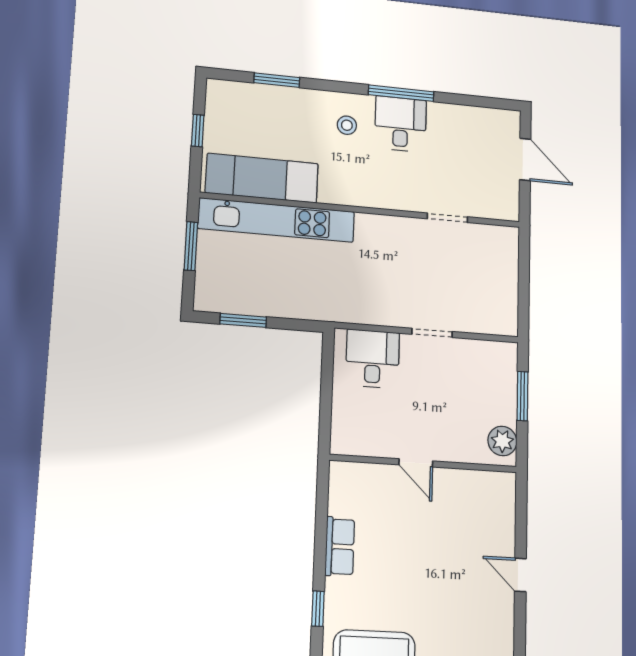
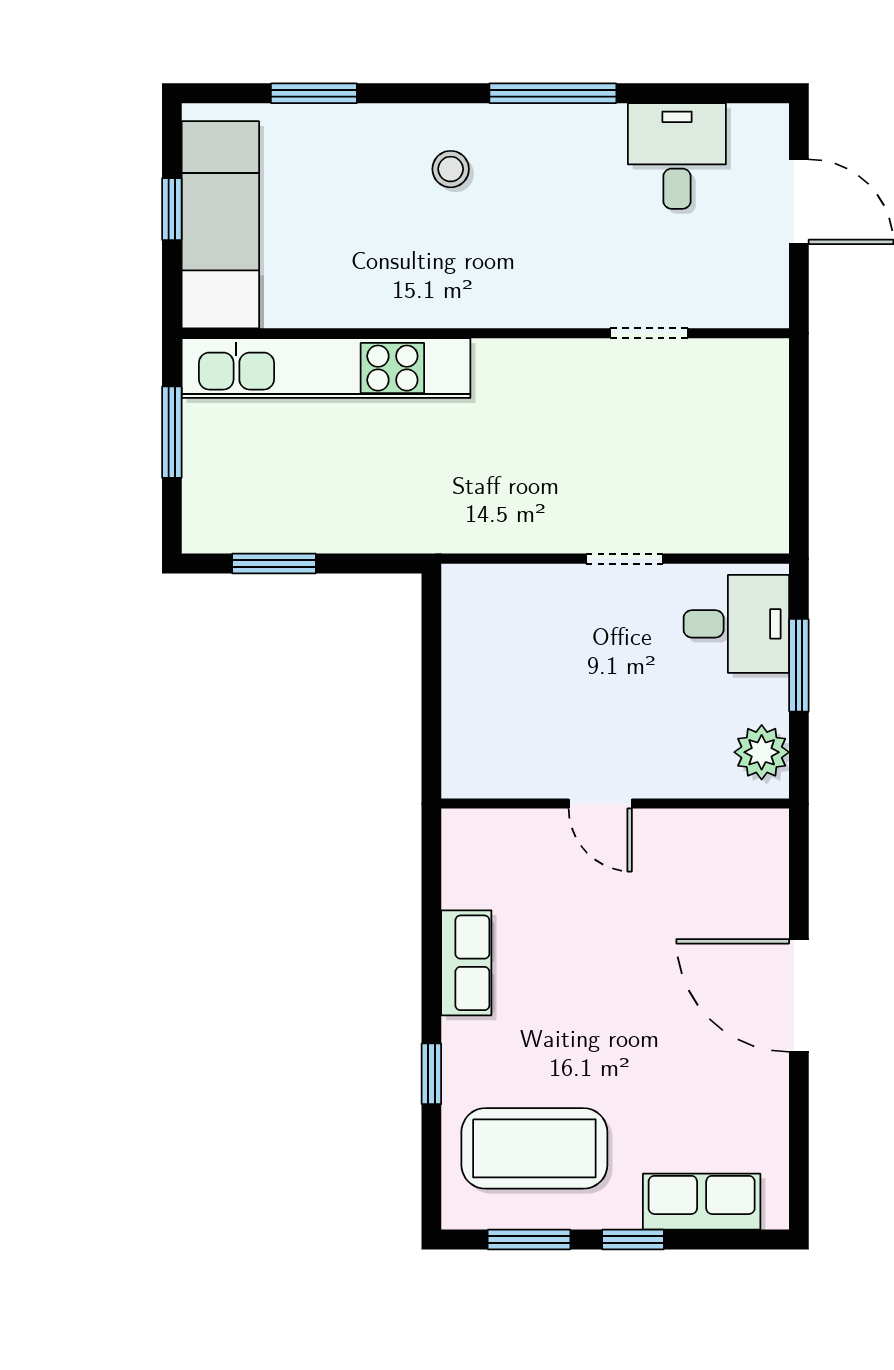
desk: (400, 124) -> (677, 156), moved
exam couch: (262, 178) -> (220, 225), moved, turned 90
desk: (373, 359) -> (736, 624), moved, turned 90
door: (520, 575) -> (799, 995), width x1.87

